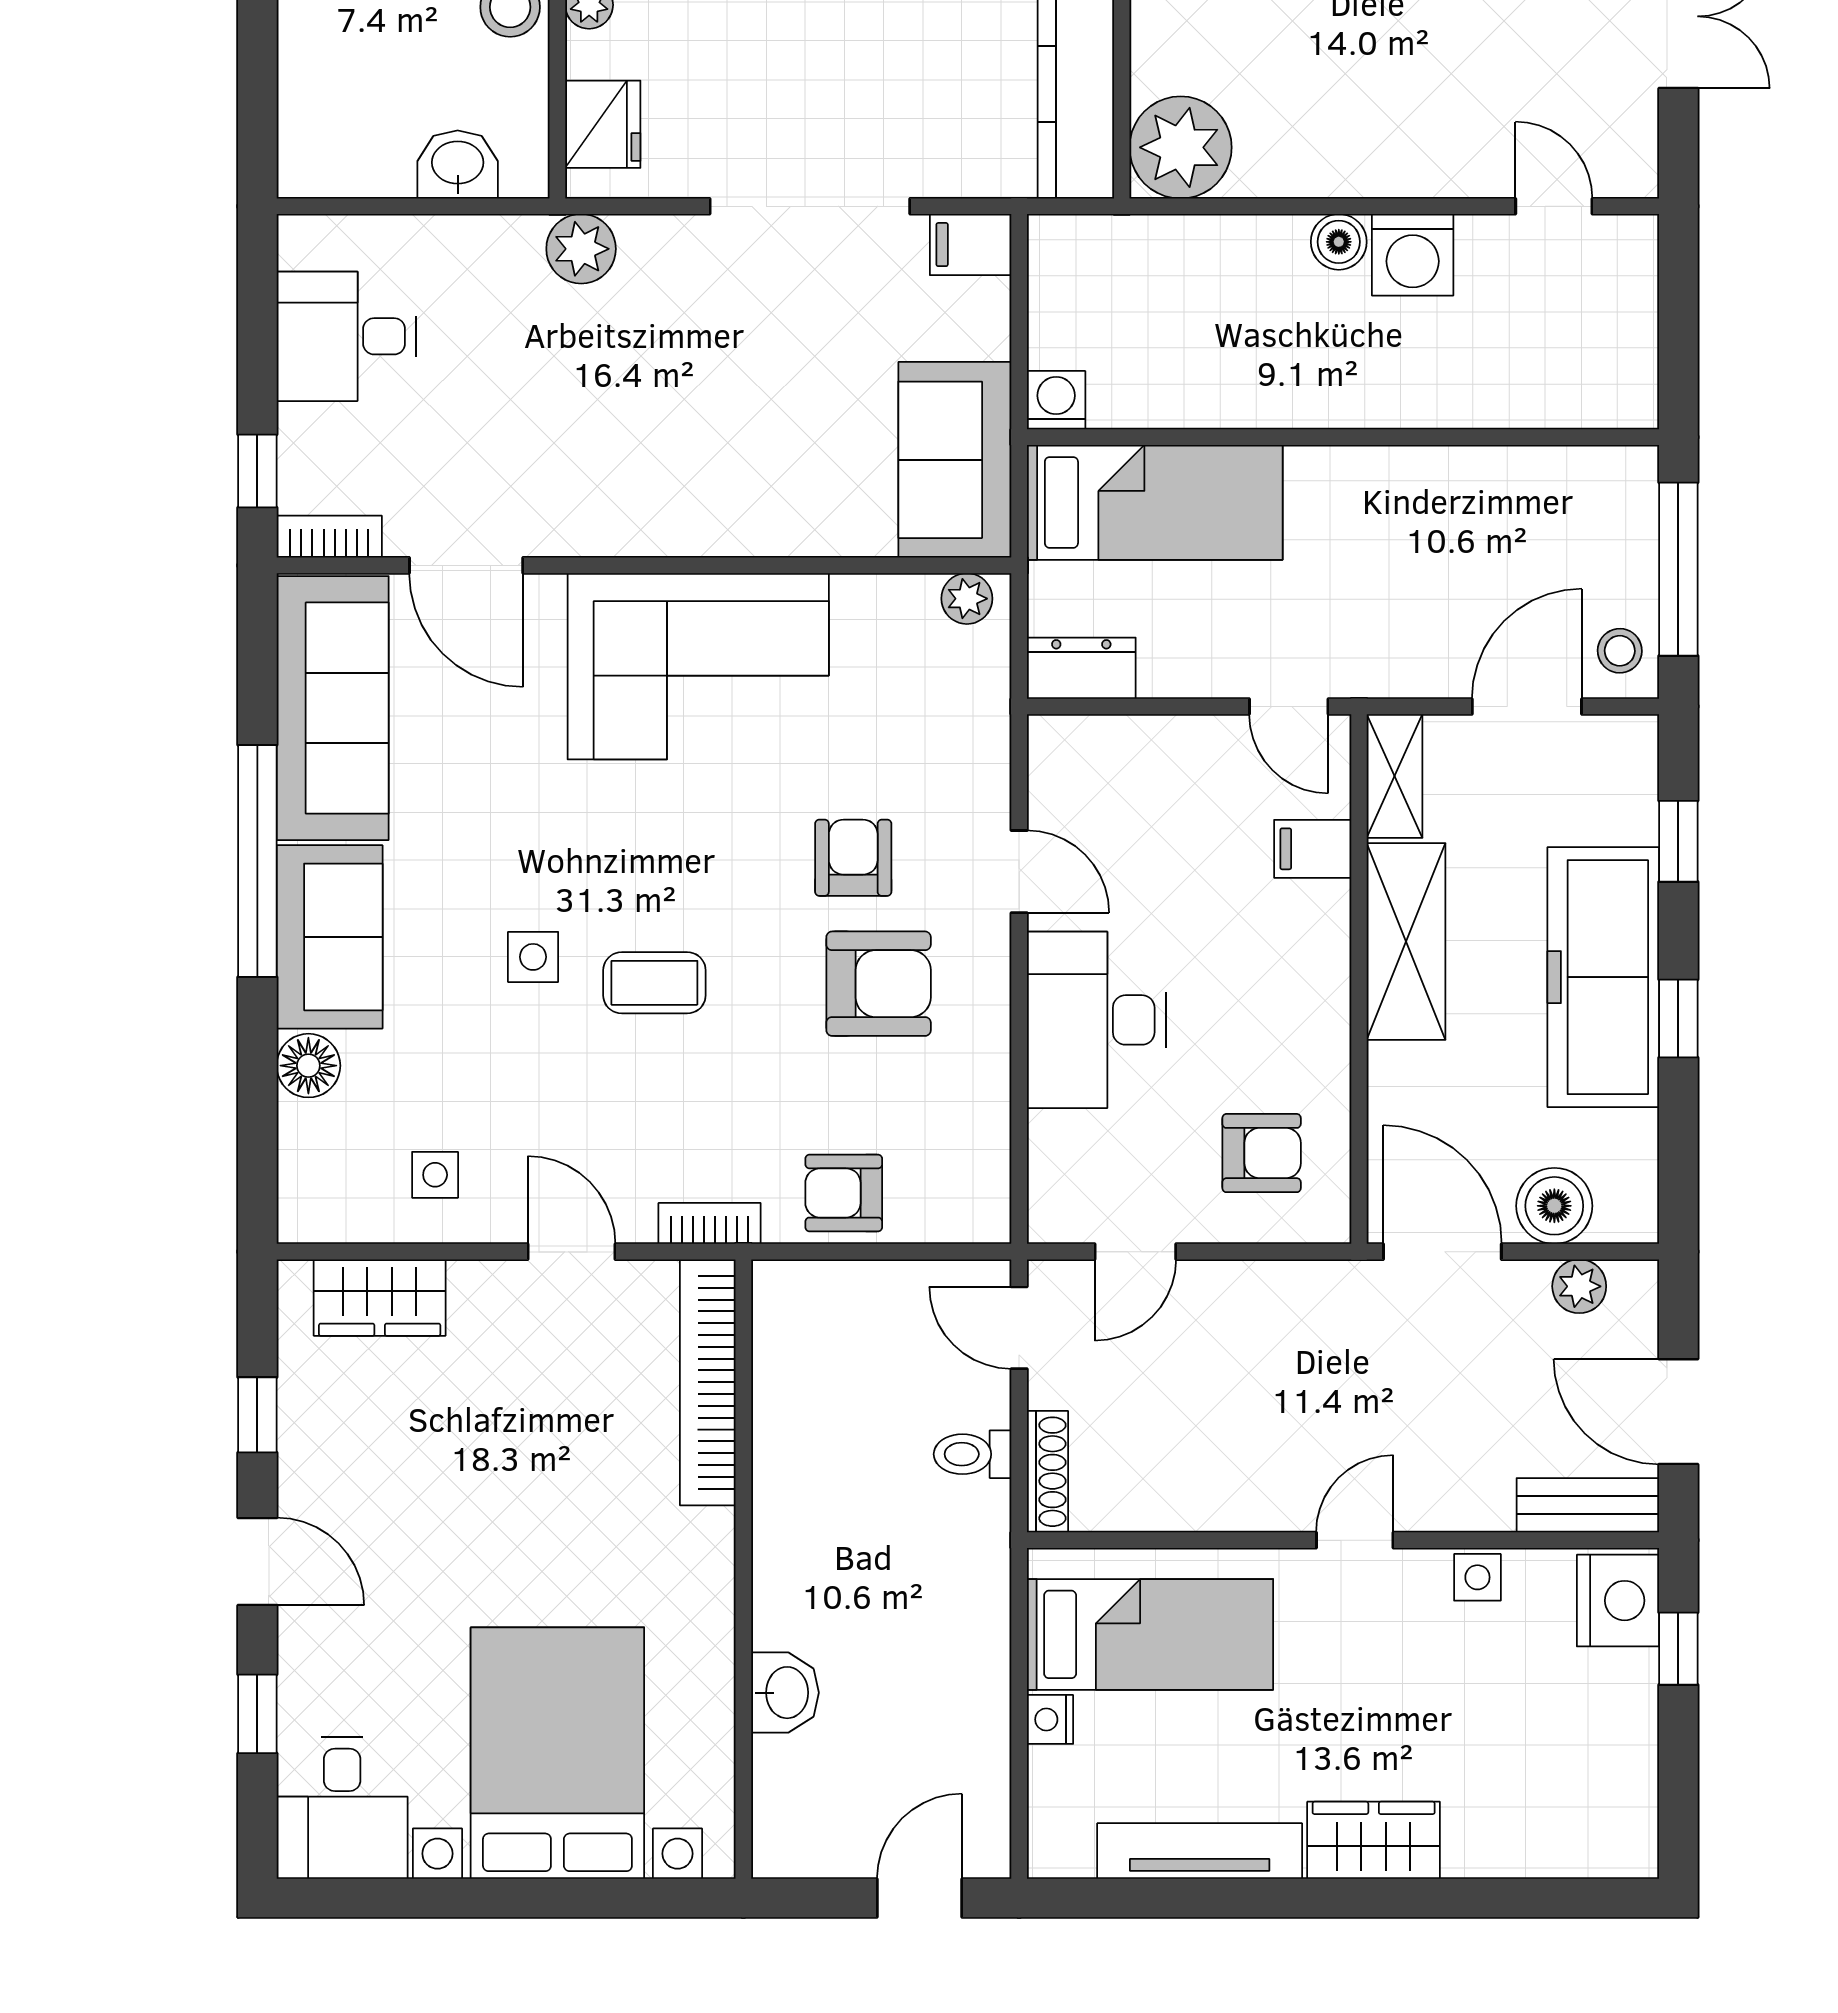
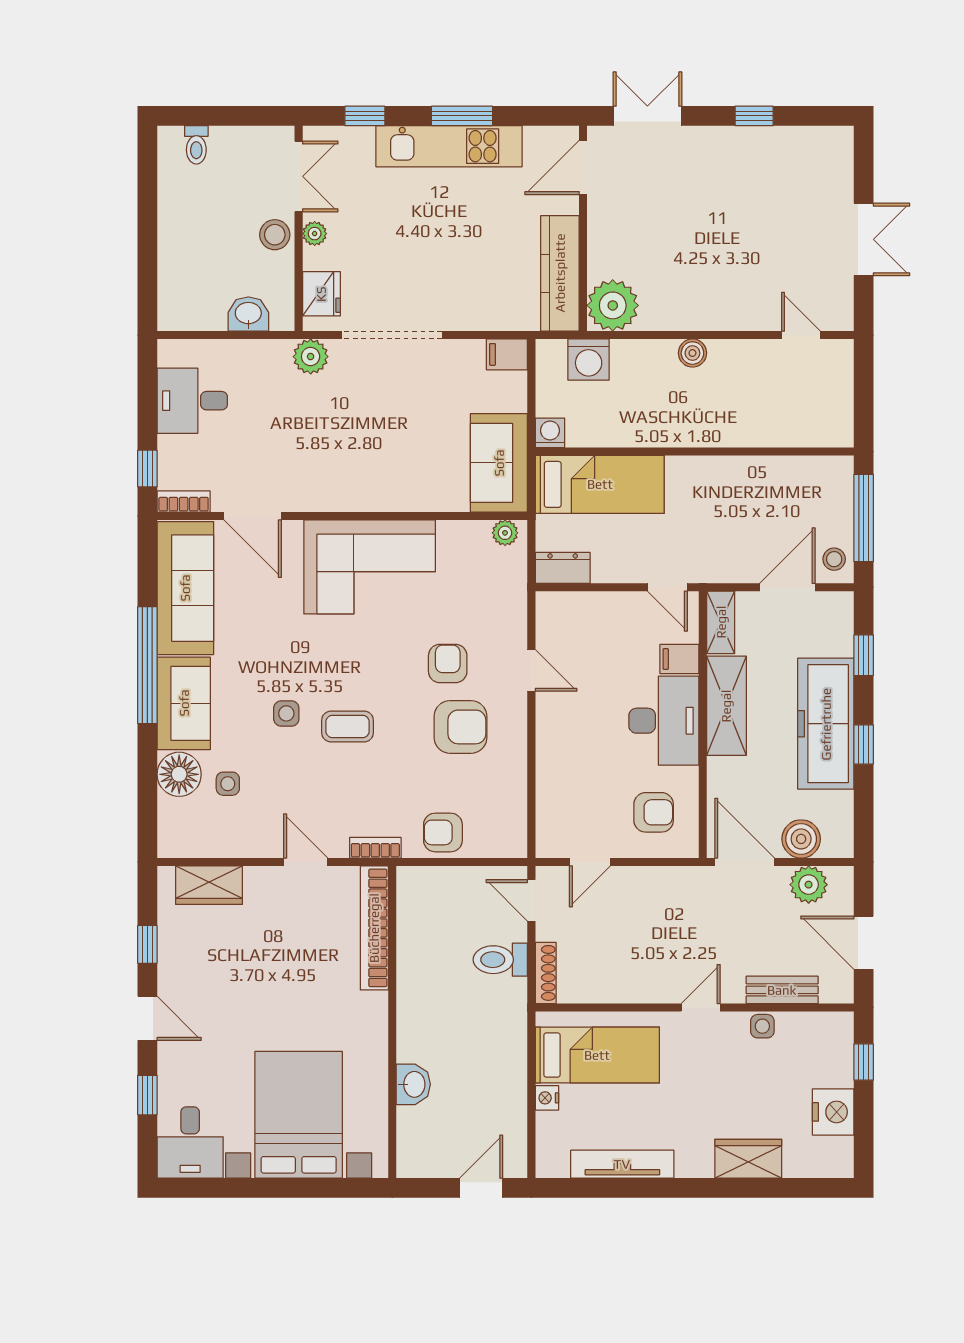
doorway: (810, 206) -> (392, 335), moved
washing machine: (1413, 255) -> (589, 360), moved
desk: (1096, 1020) -> (664, 721), moved, turned 180
floor lamp: (308, 1066) -> (179, 774), width x1.38, depth x1.38
side table: (435, 1175) -> (228, 784), moved
plant: (1579, 1286) -> (809, 885), width x1.38, depth x1.38
toilet: (973, 1454) -> (500, 960), width x1.37, depth x1.39
bench: (1588, 1505) -> (782, 990), moved
nightstand: (1618, 1601) -> (833, 1112), moved
wardrobe: (1374, 1840) -> (748, 1159), moved

